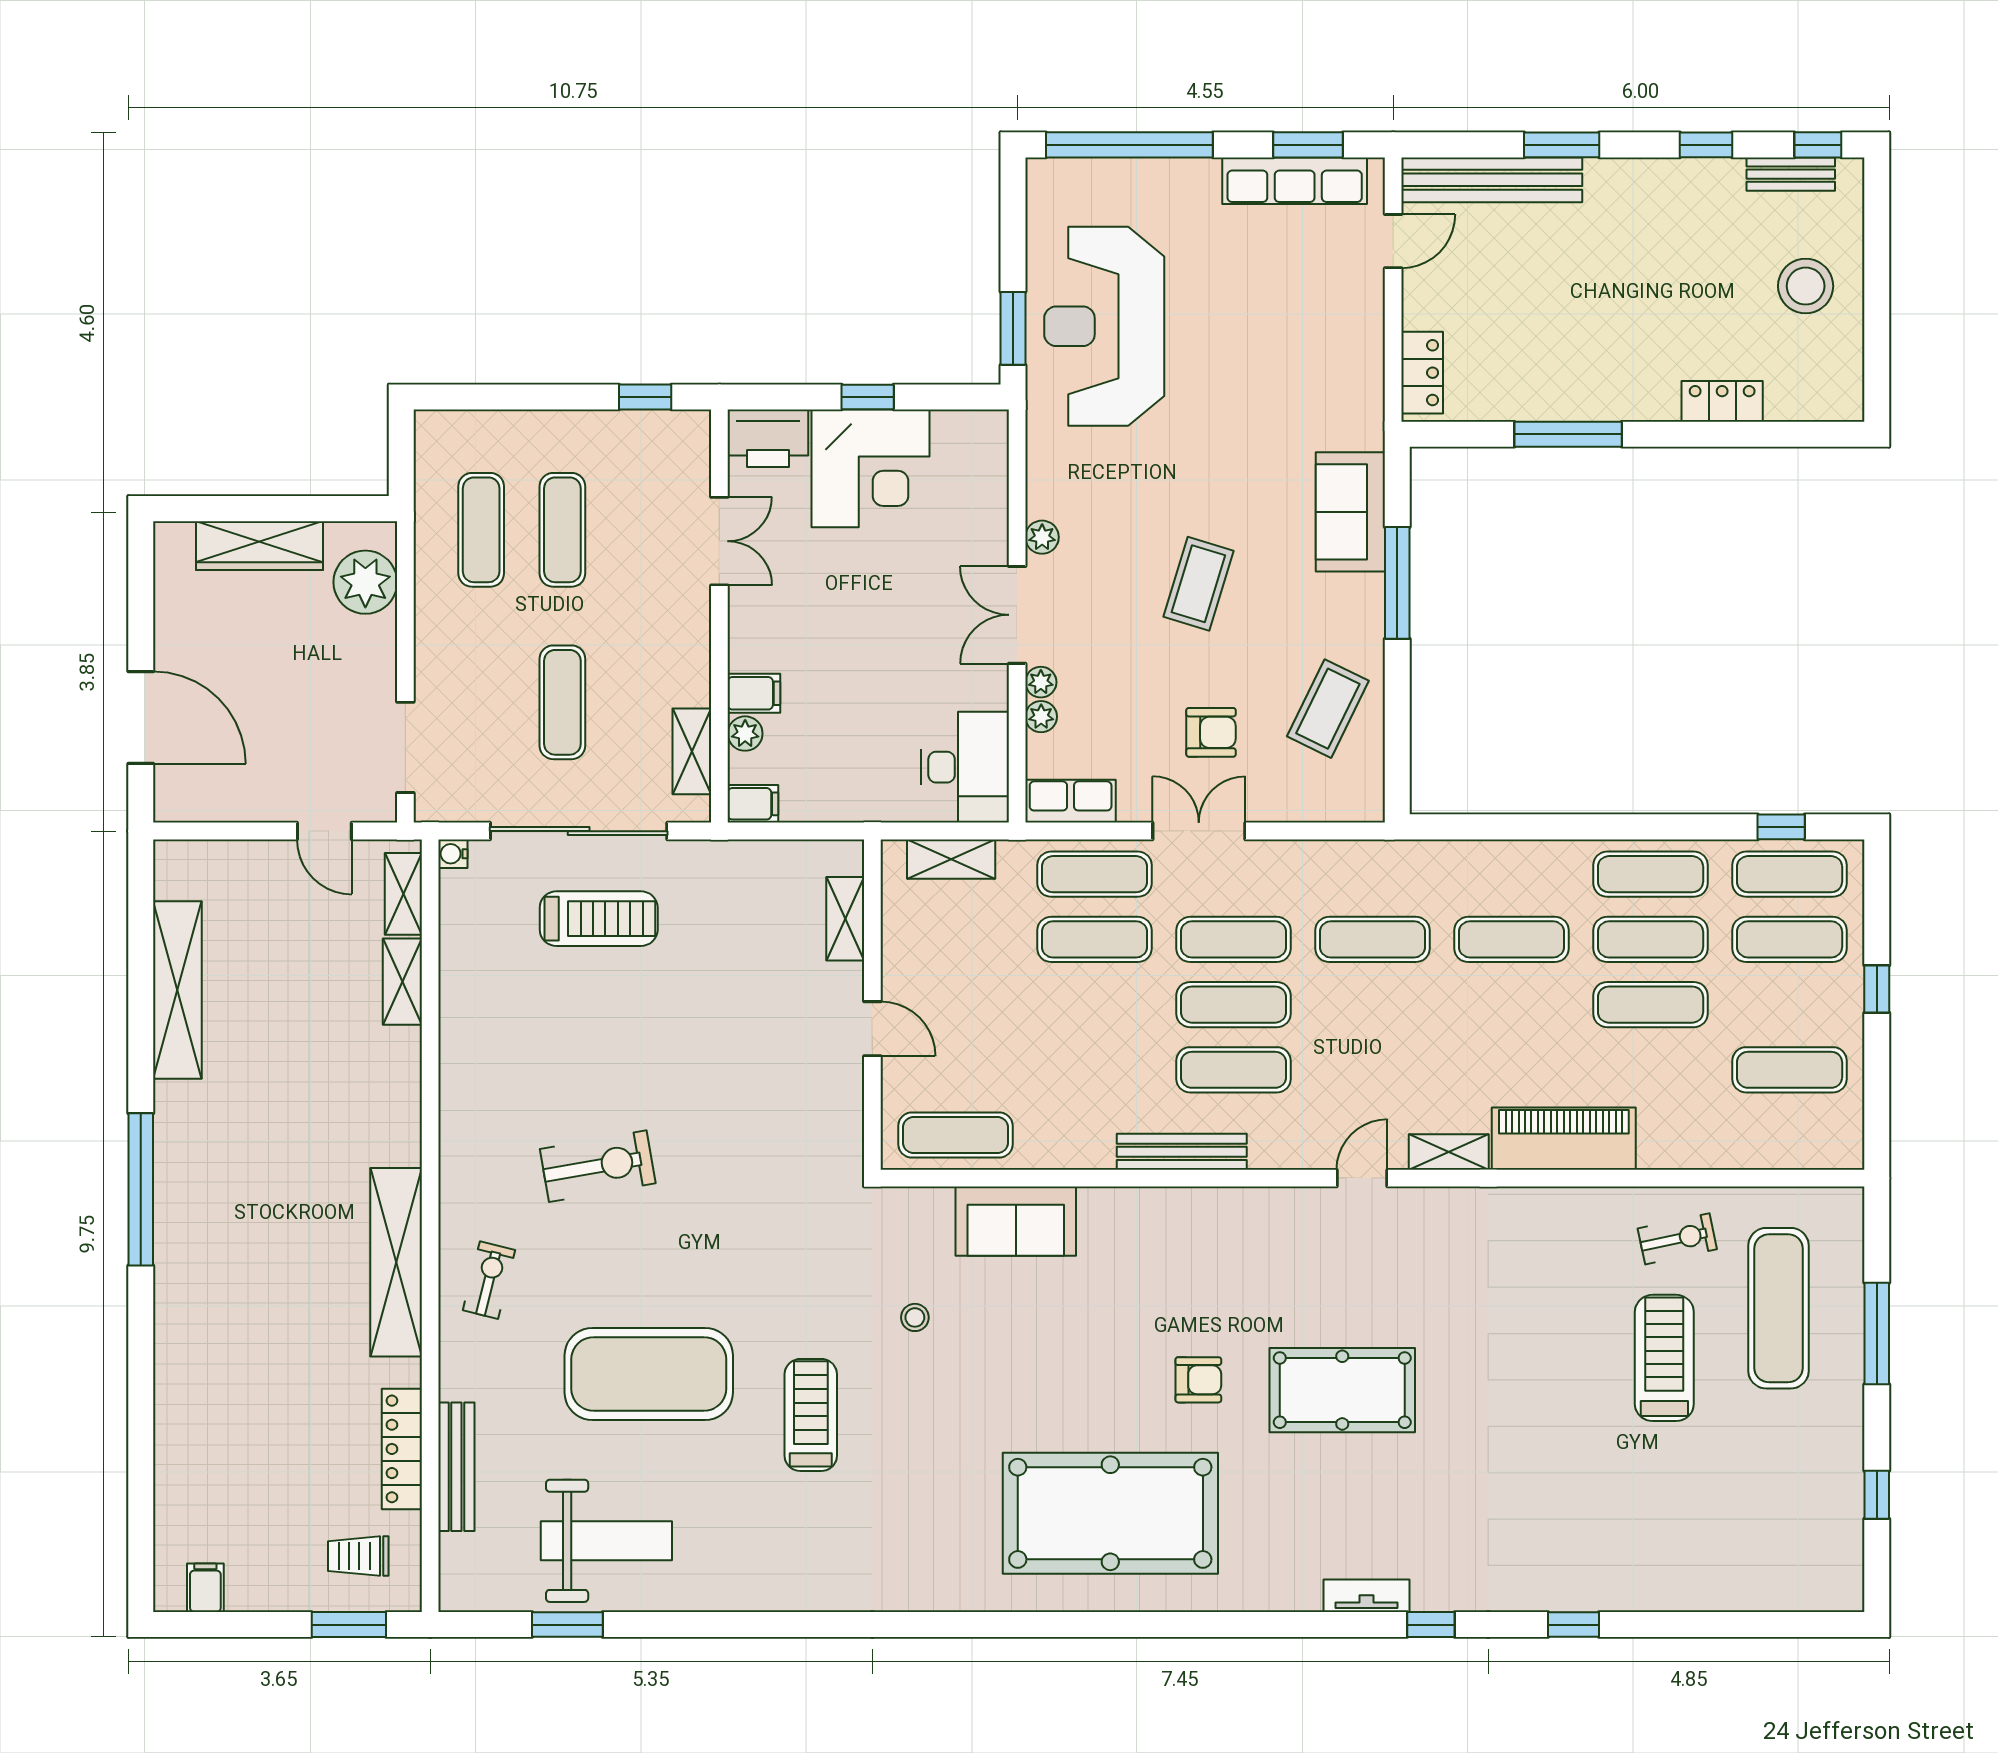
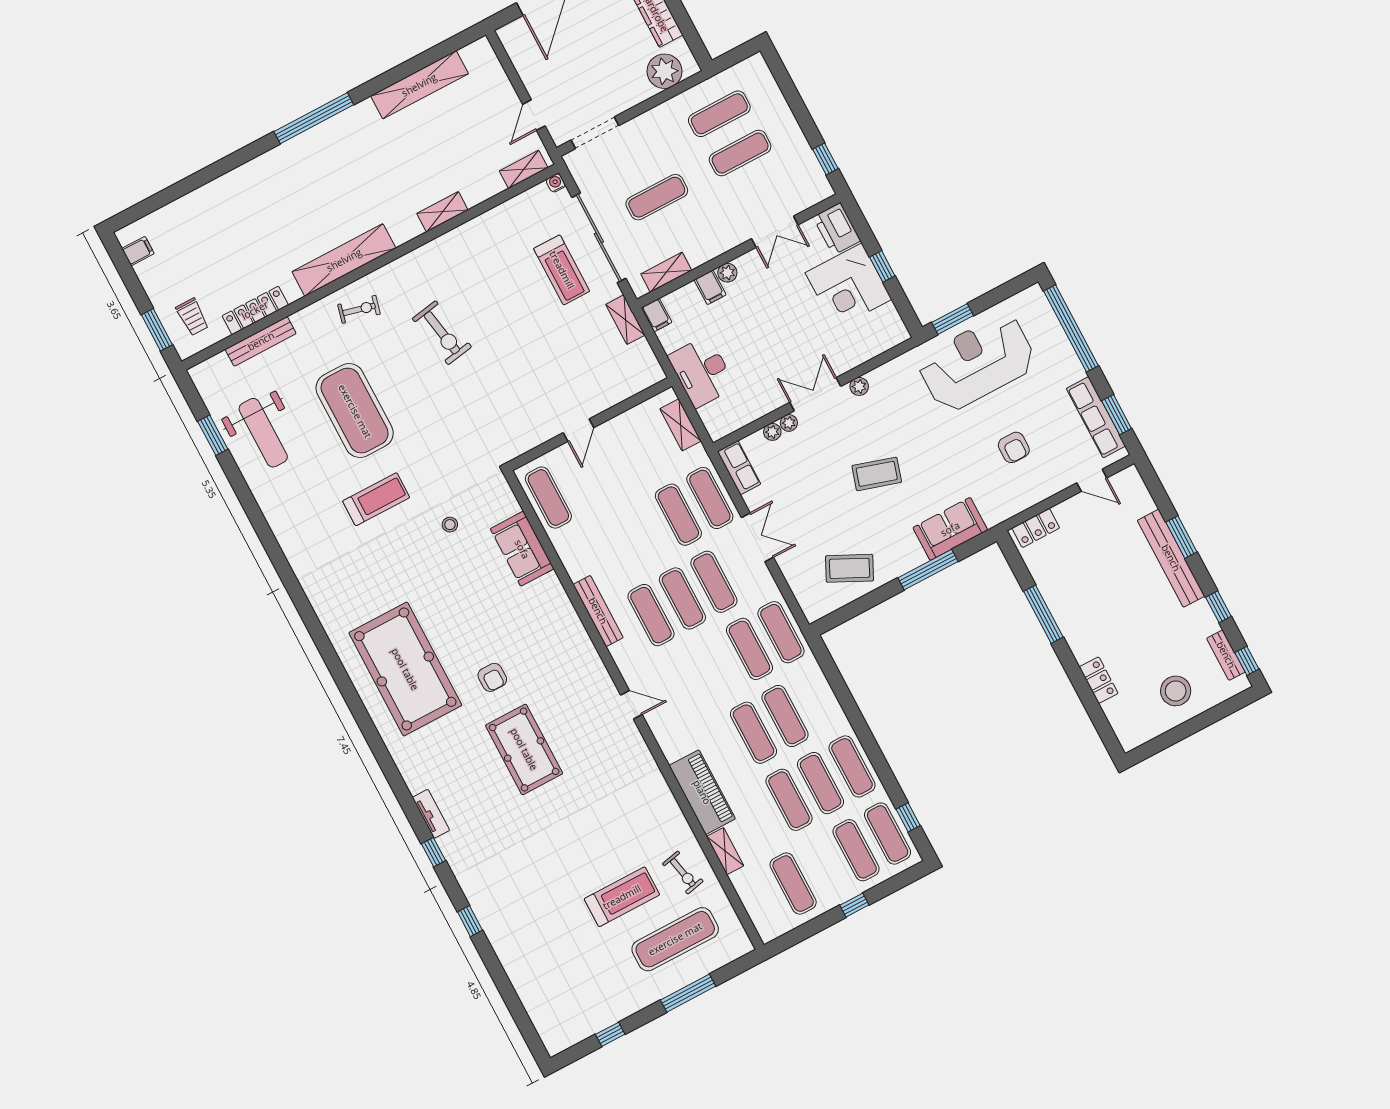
bench: (1492, 180) -> (1171, 558), moved
armchair: (1211, 732) -> (1014, 447), moved
plant: (745, 734) -> (727, 273), moved
desk: (965, 767) -> (702, 372), moved, turned 90
exercise mat: (1373, 874) -> (781, 632), added
shelving: (845, 919) -> (625, 320), moved, turned 90
shelving: (402, 982) -> (442, 212), moved
exercise mat: (1512, 1005) -> (753, 733), added
shelving: (1449, 1152) -> (725, 851), moved
trolley: (358, 1556) -> (192, 317), turned 180

